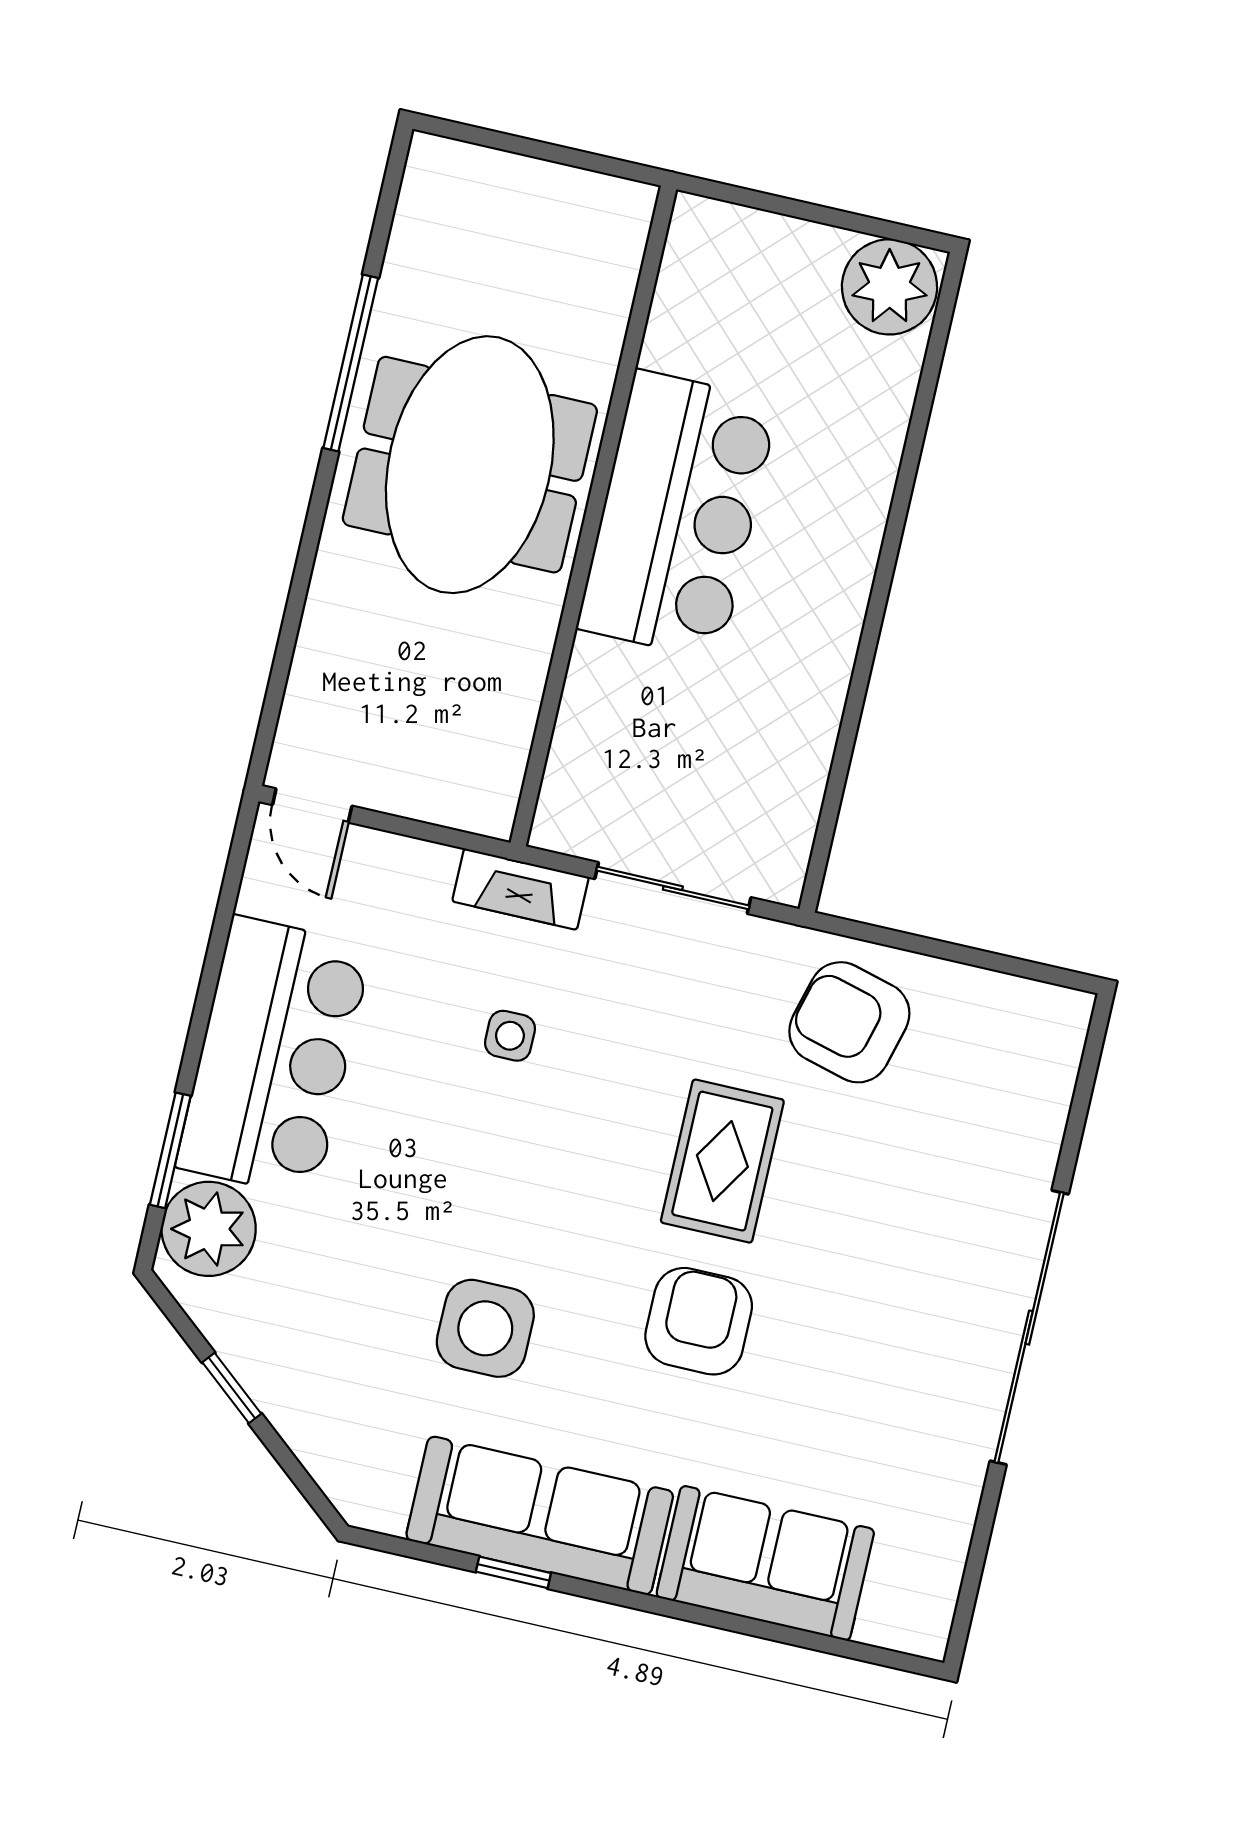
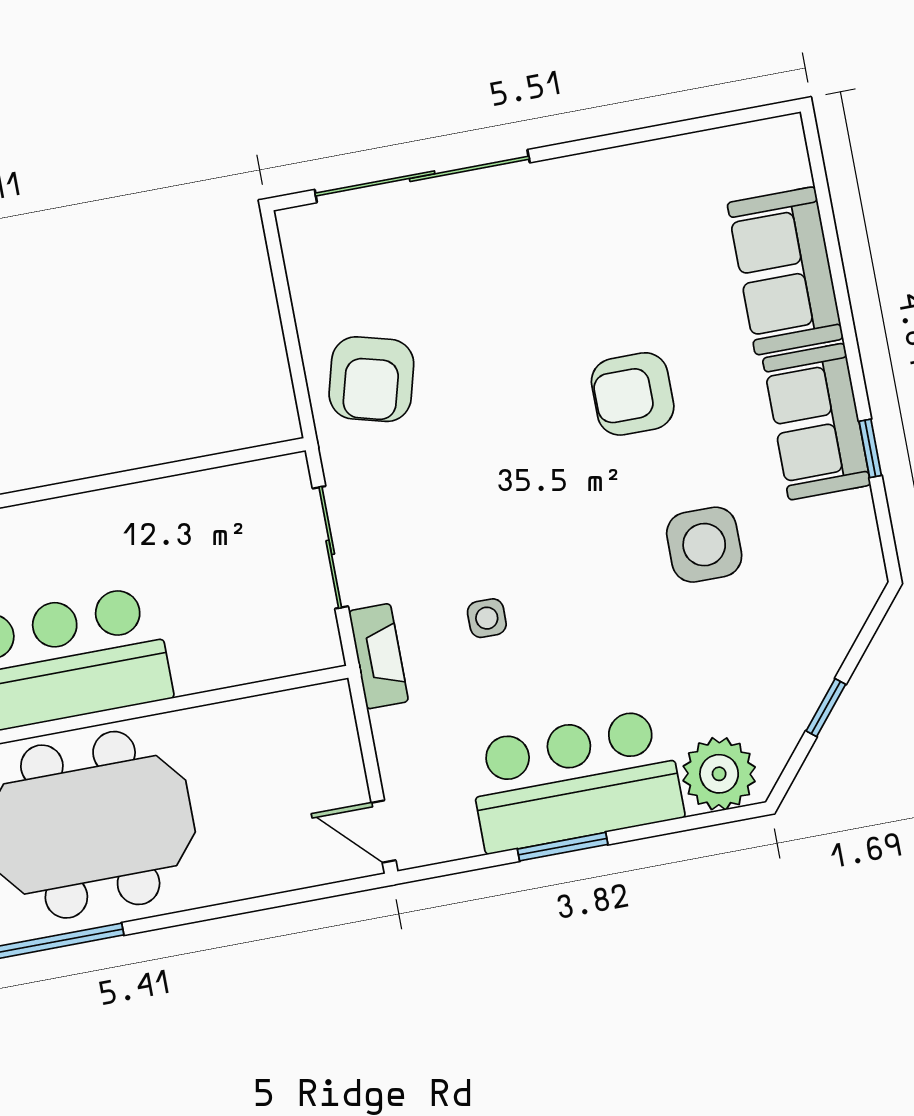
door: (312, 805) -> (383, 832), swing flipped
window: (170, 1150) -> (563, 847), moved
rug: (722, 1161) -> (510, 427), removed
sliding door: (1029, 1328) -> (422, 176), moved
sofa: (540, 1516) -> (817, 422), width x0.73

